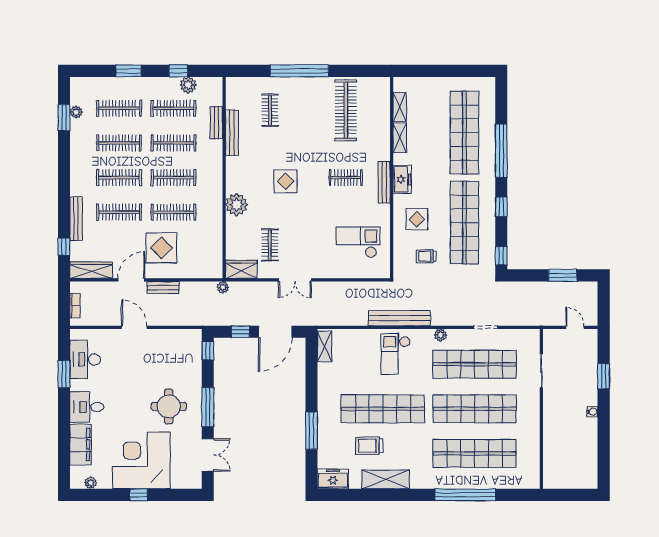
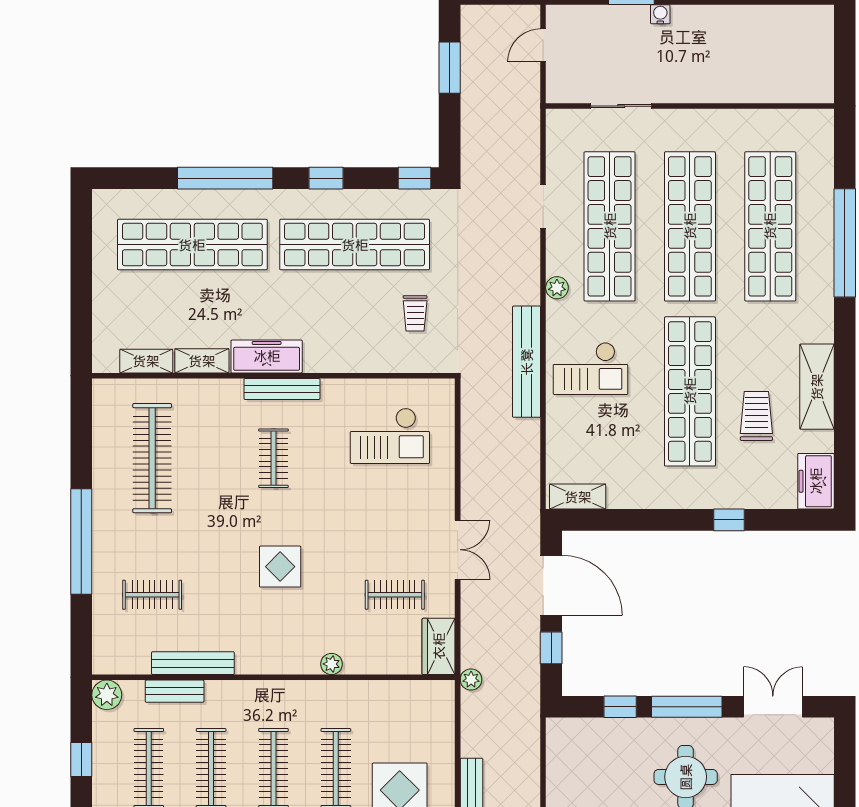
plant: (188, 85) -> (107, 695), moved
clothes rail: (346, 110) -> (152, 458), turned 90
freezer: (402, 179) -> (267, 356), width x1.40
plant: (237, 205) -> (331, 664), width x0.53, depth x0.53
display table: (417, 219) -> (348, 330), removed
checkout: (358, 242) -> (390, 436), turned -90
window: (208, 351) -> (620, 707), moved
water cooler: (592, 412) -> (660, 14), moved
window: (312, 431) -> (729, 520), width x0.46
trolley: (369, 446) -> (756, 416), turned 180

